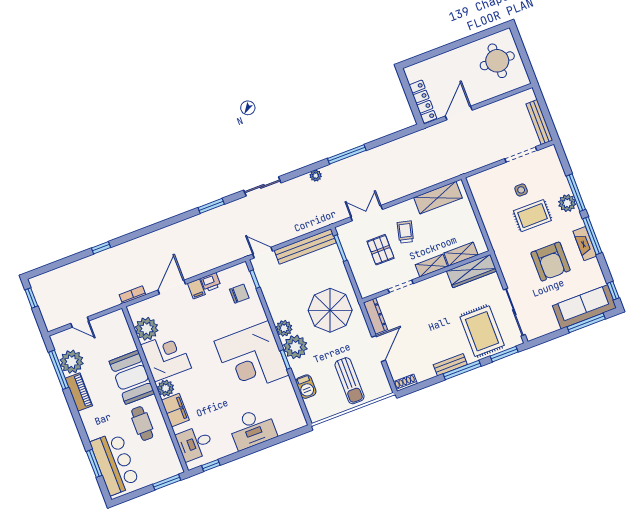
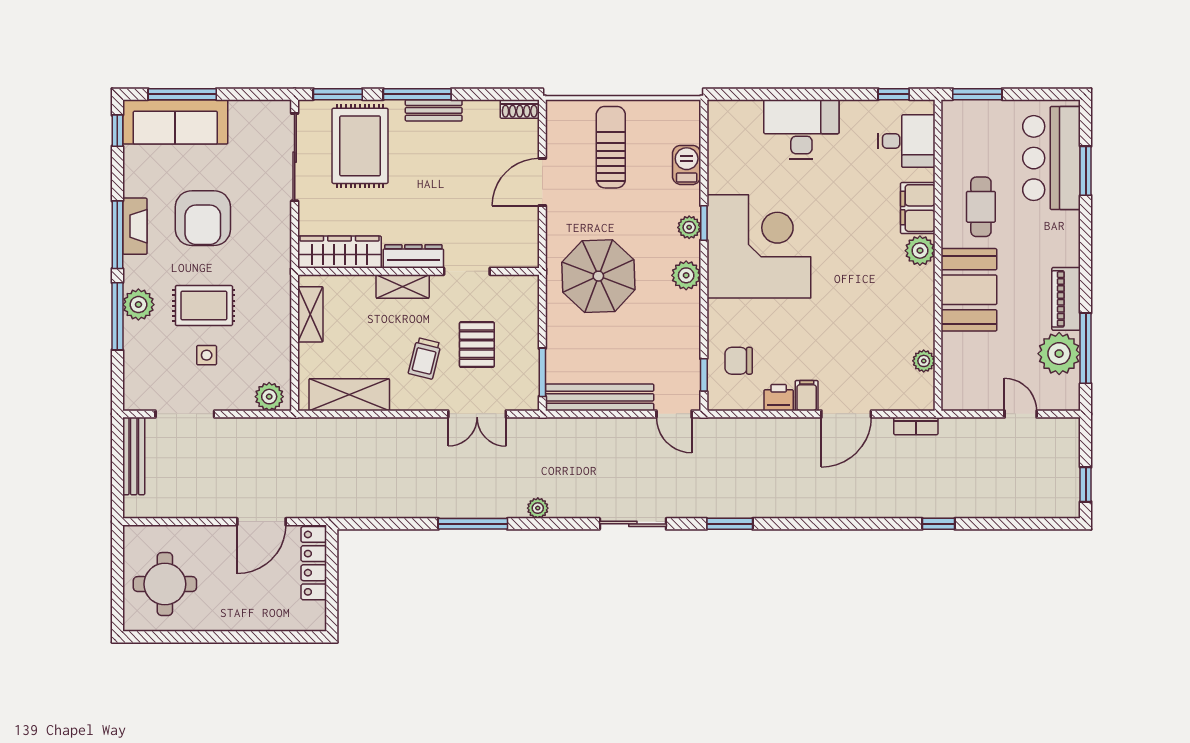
plant: (480, 181) -> (269, 397), added
shelving: (461, 254) -> (310, 314), moved, turned 90
armchair: (551, 262) -> (203, 218), turned 180
dresser: (375, 316) -> (413, 256), moved, turned 90
plant: (147, 329) -> (924, 361), width x0.53, depth x0.53
plant: (295, 347) -> (689, 227), width x0.53, depth x0.53
corner desk: (166, 356) -> (899, 303), removed

